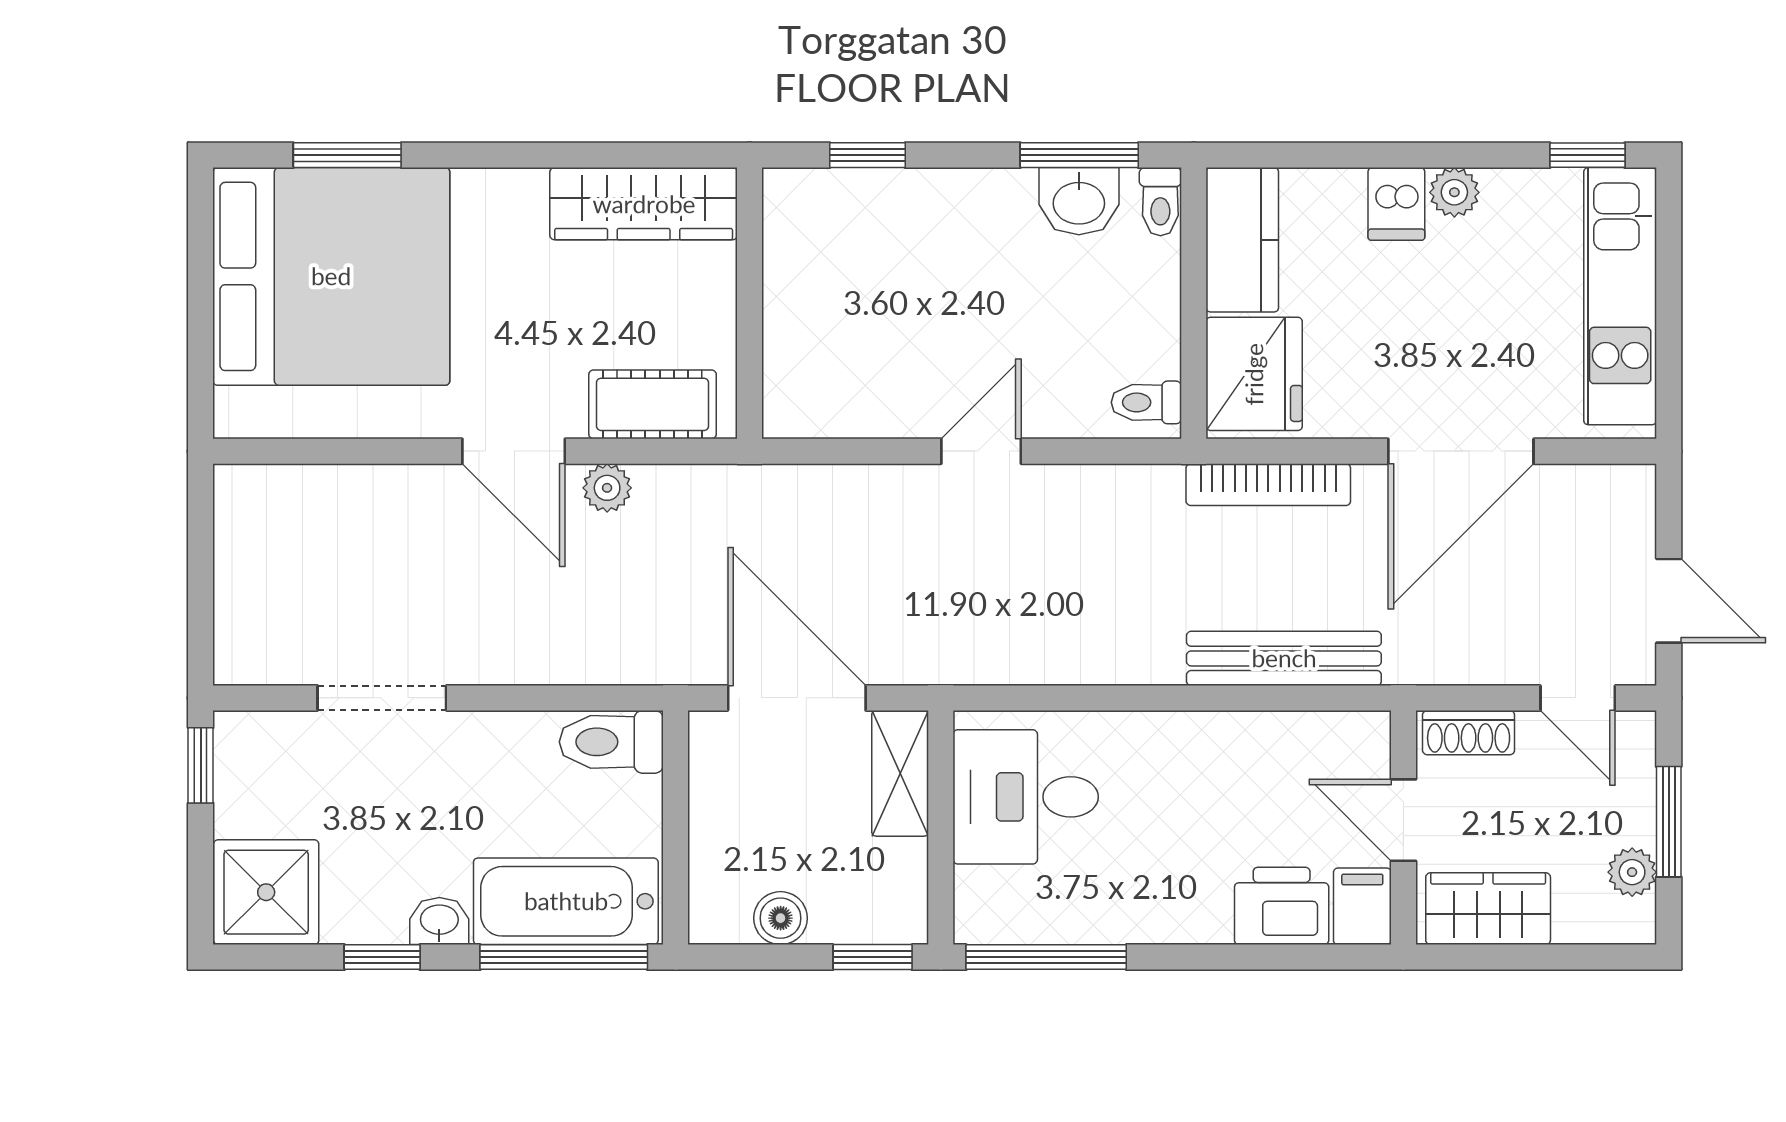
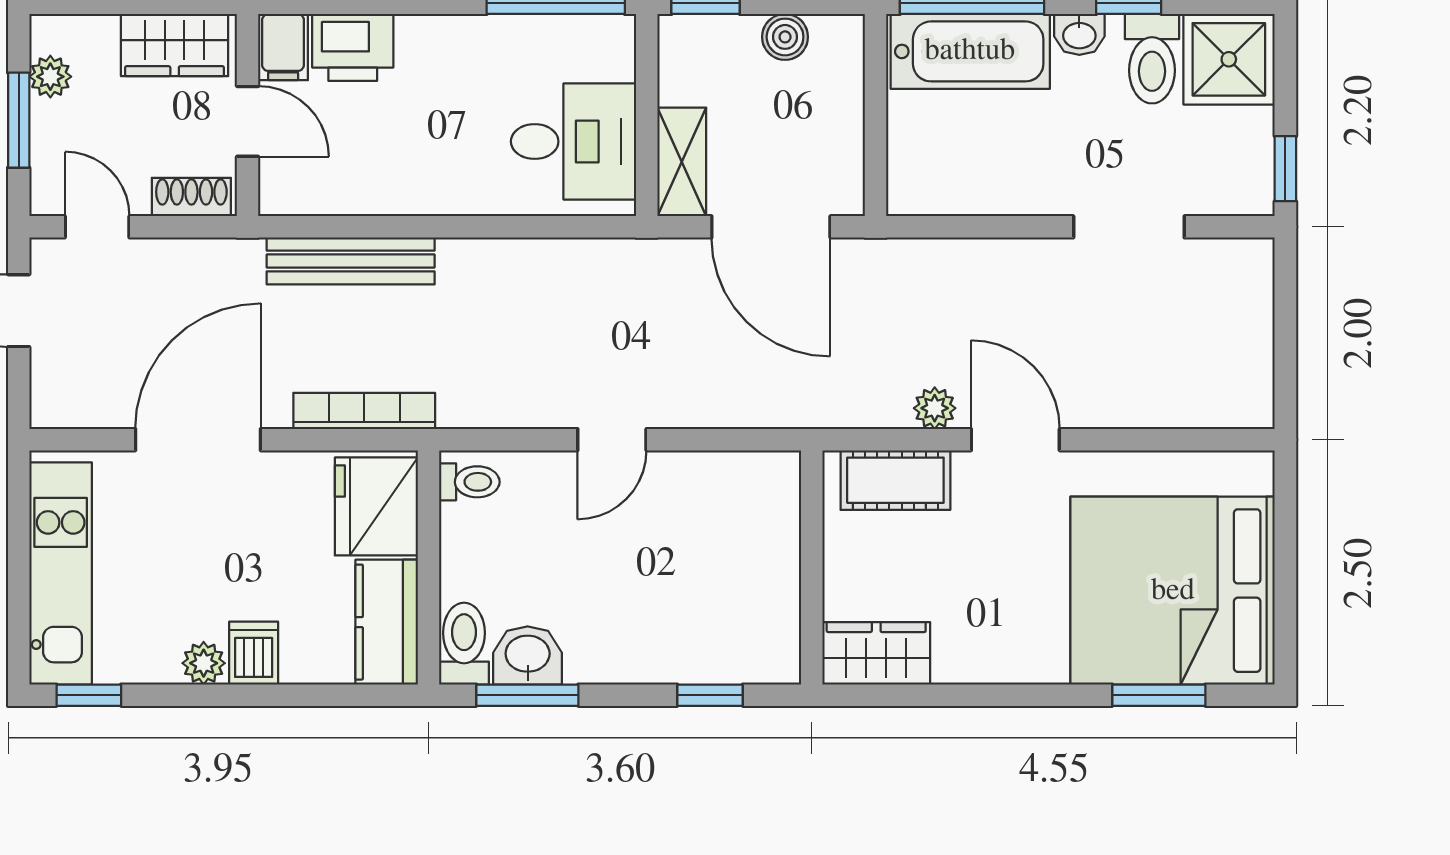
toilet: (1160, 202) -> (464, 644), width x1.37, depth x1.39
wardrobe: (644, 204) -> (876, 653), width x0.67
toilet: (611, 742) -> (1152, 59), moved, turned 90

